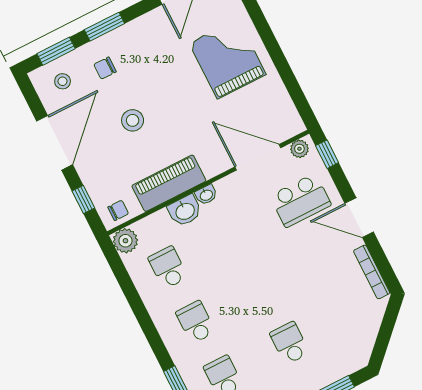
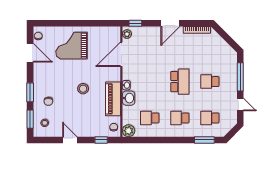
stool: (133, 120) -> (83, 89), moved
door: (55, 143) -> (70, 140), width x0.53
school desk: (300, 200) -> (180, 82), moved

